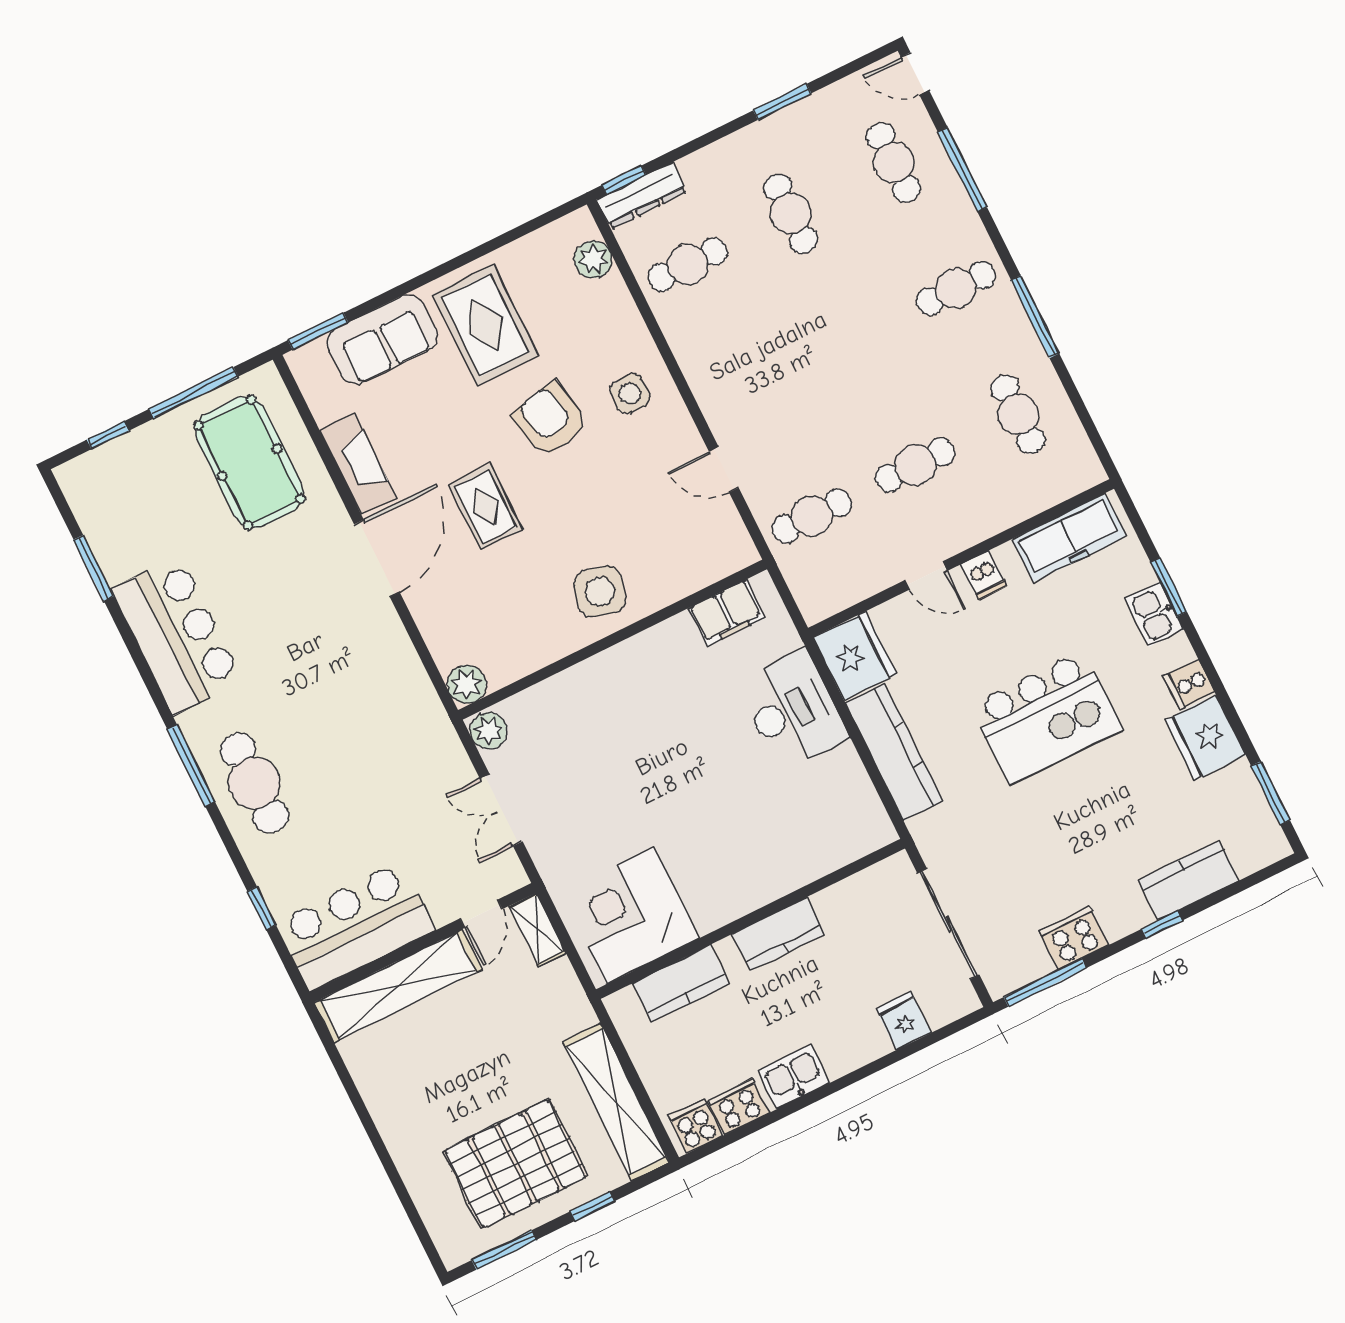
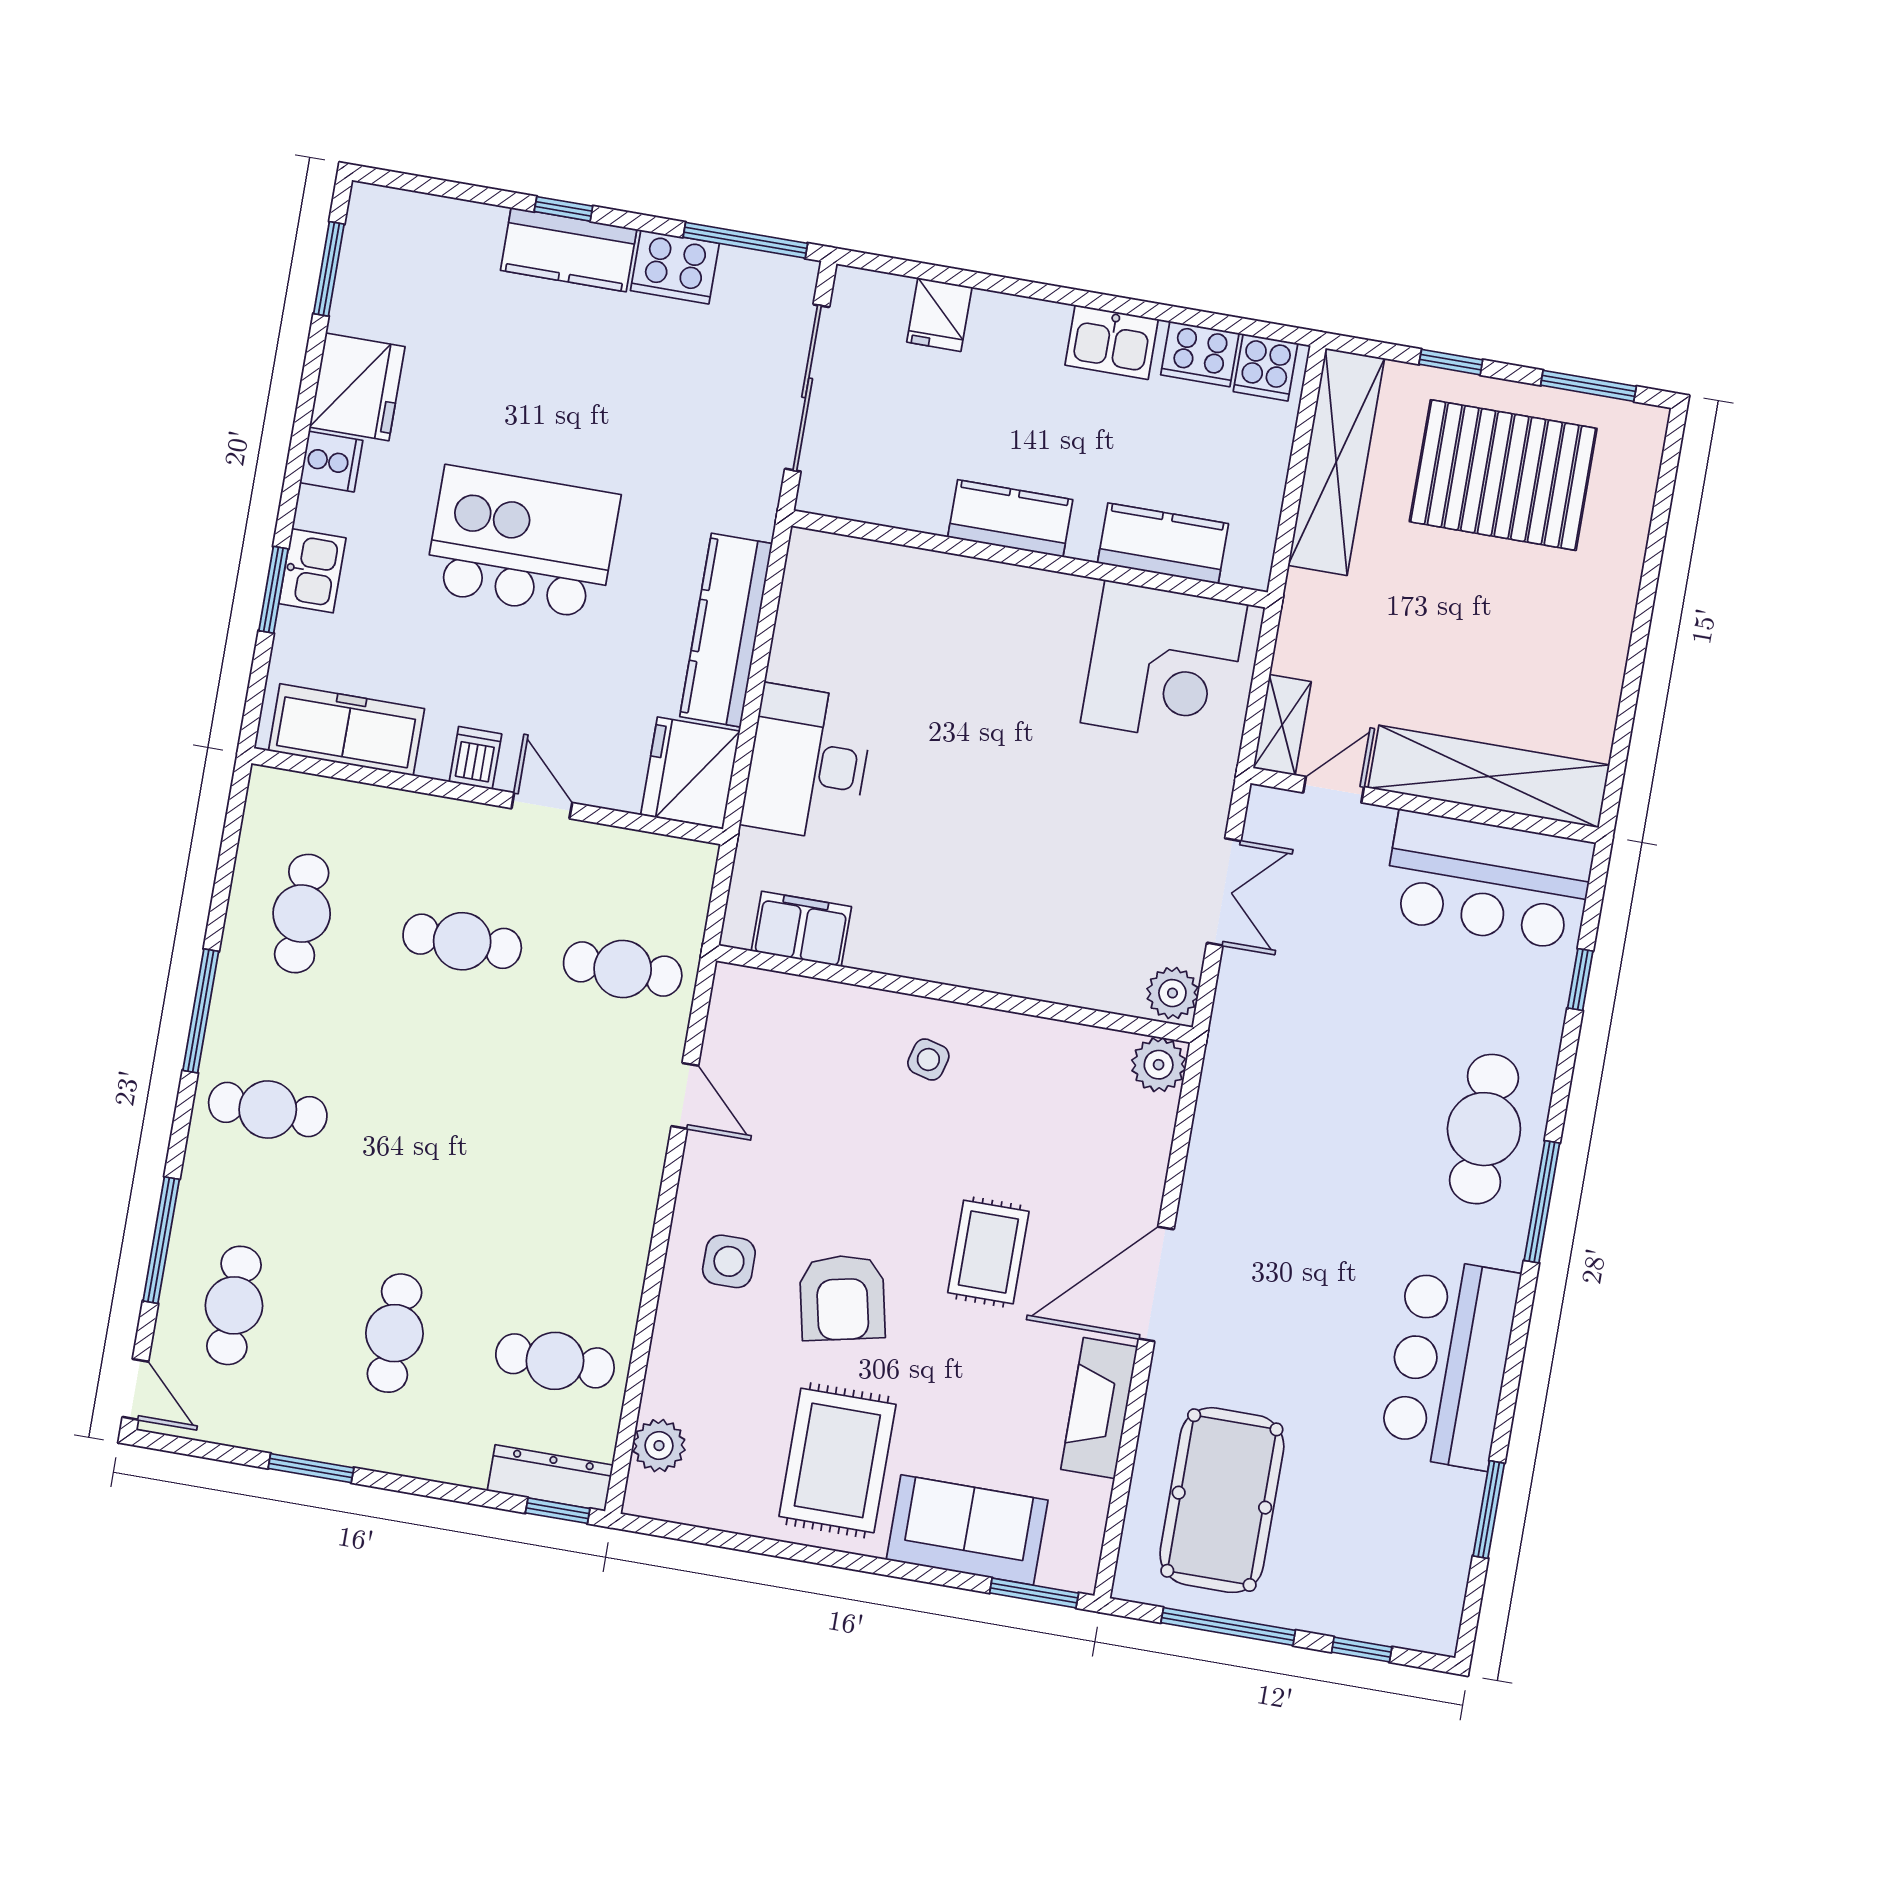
side table: (600, 591) -> (928, 1059), width x0.54, depth x0.54
kitchen counter: (1189, 880) -> (569, 250), moved

